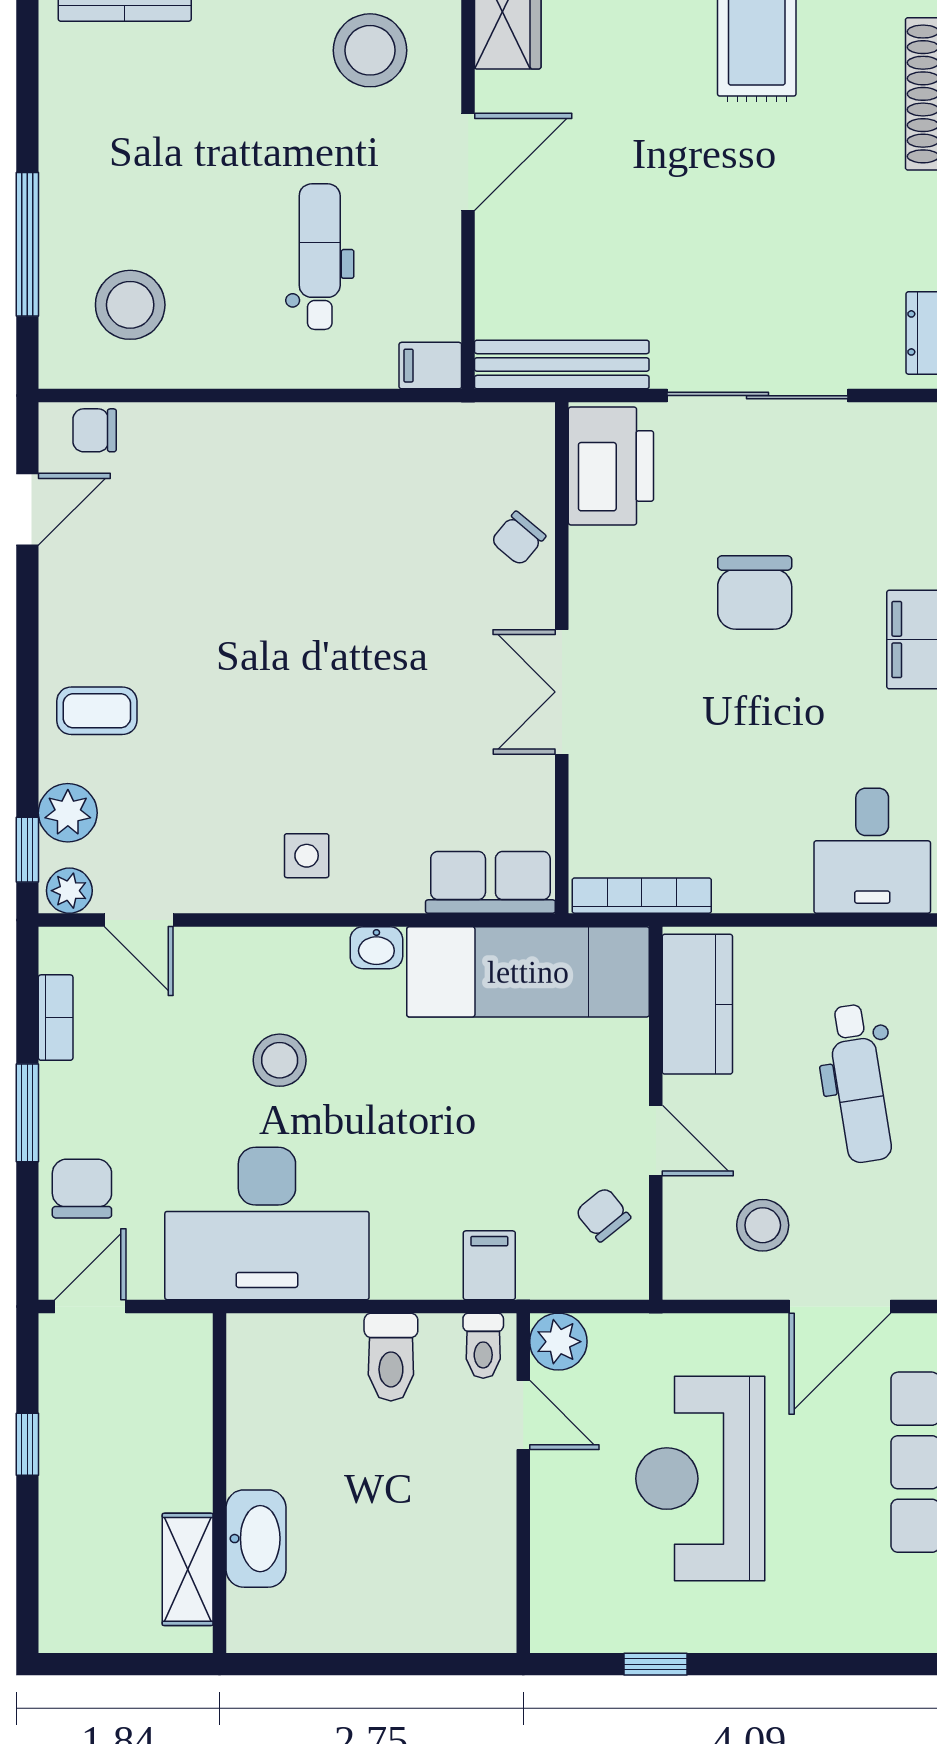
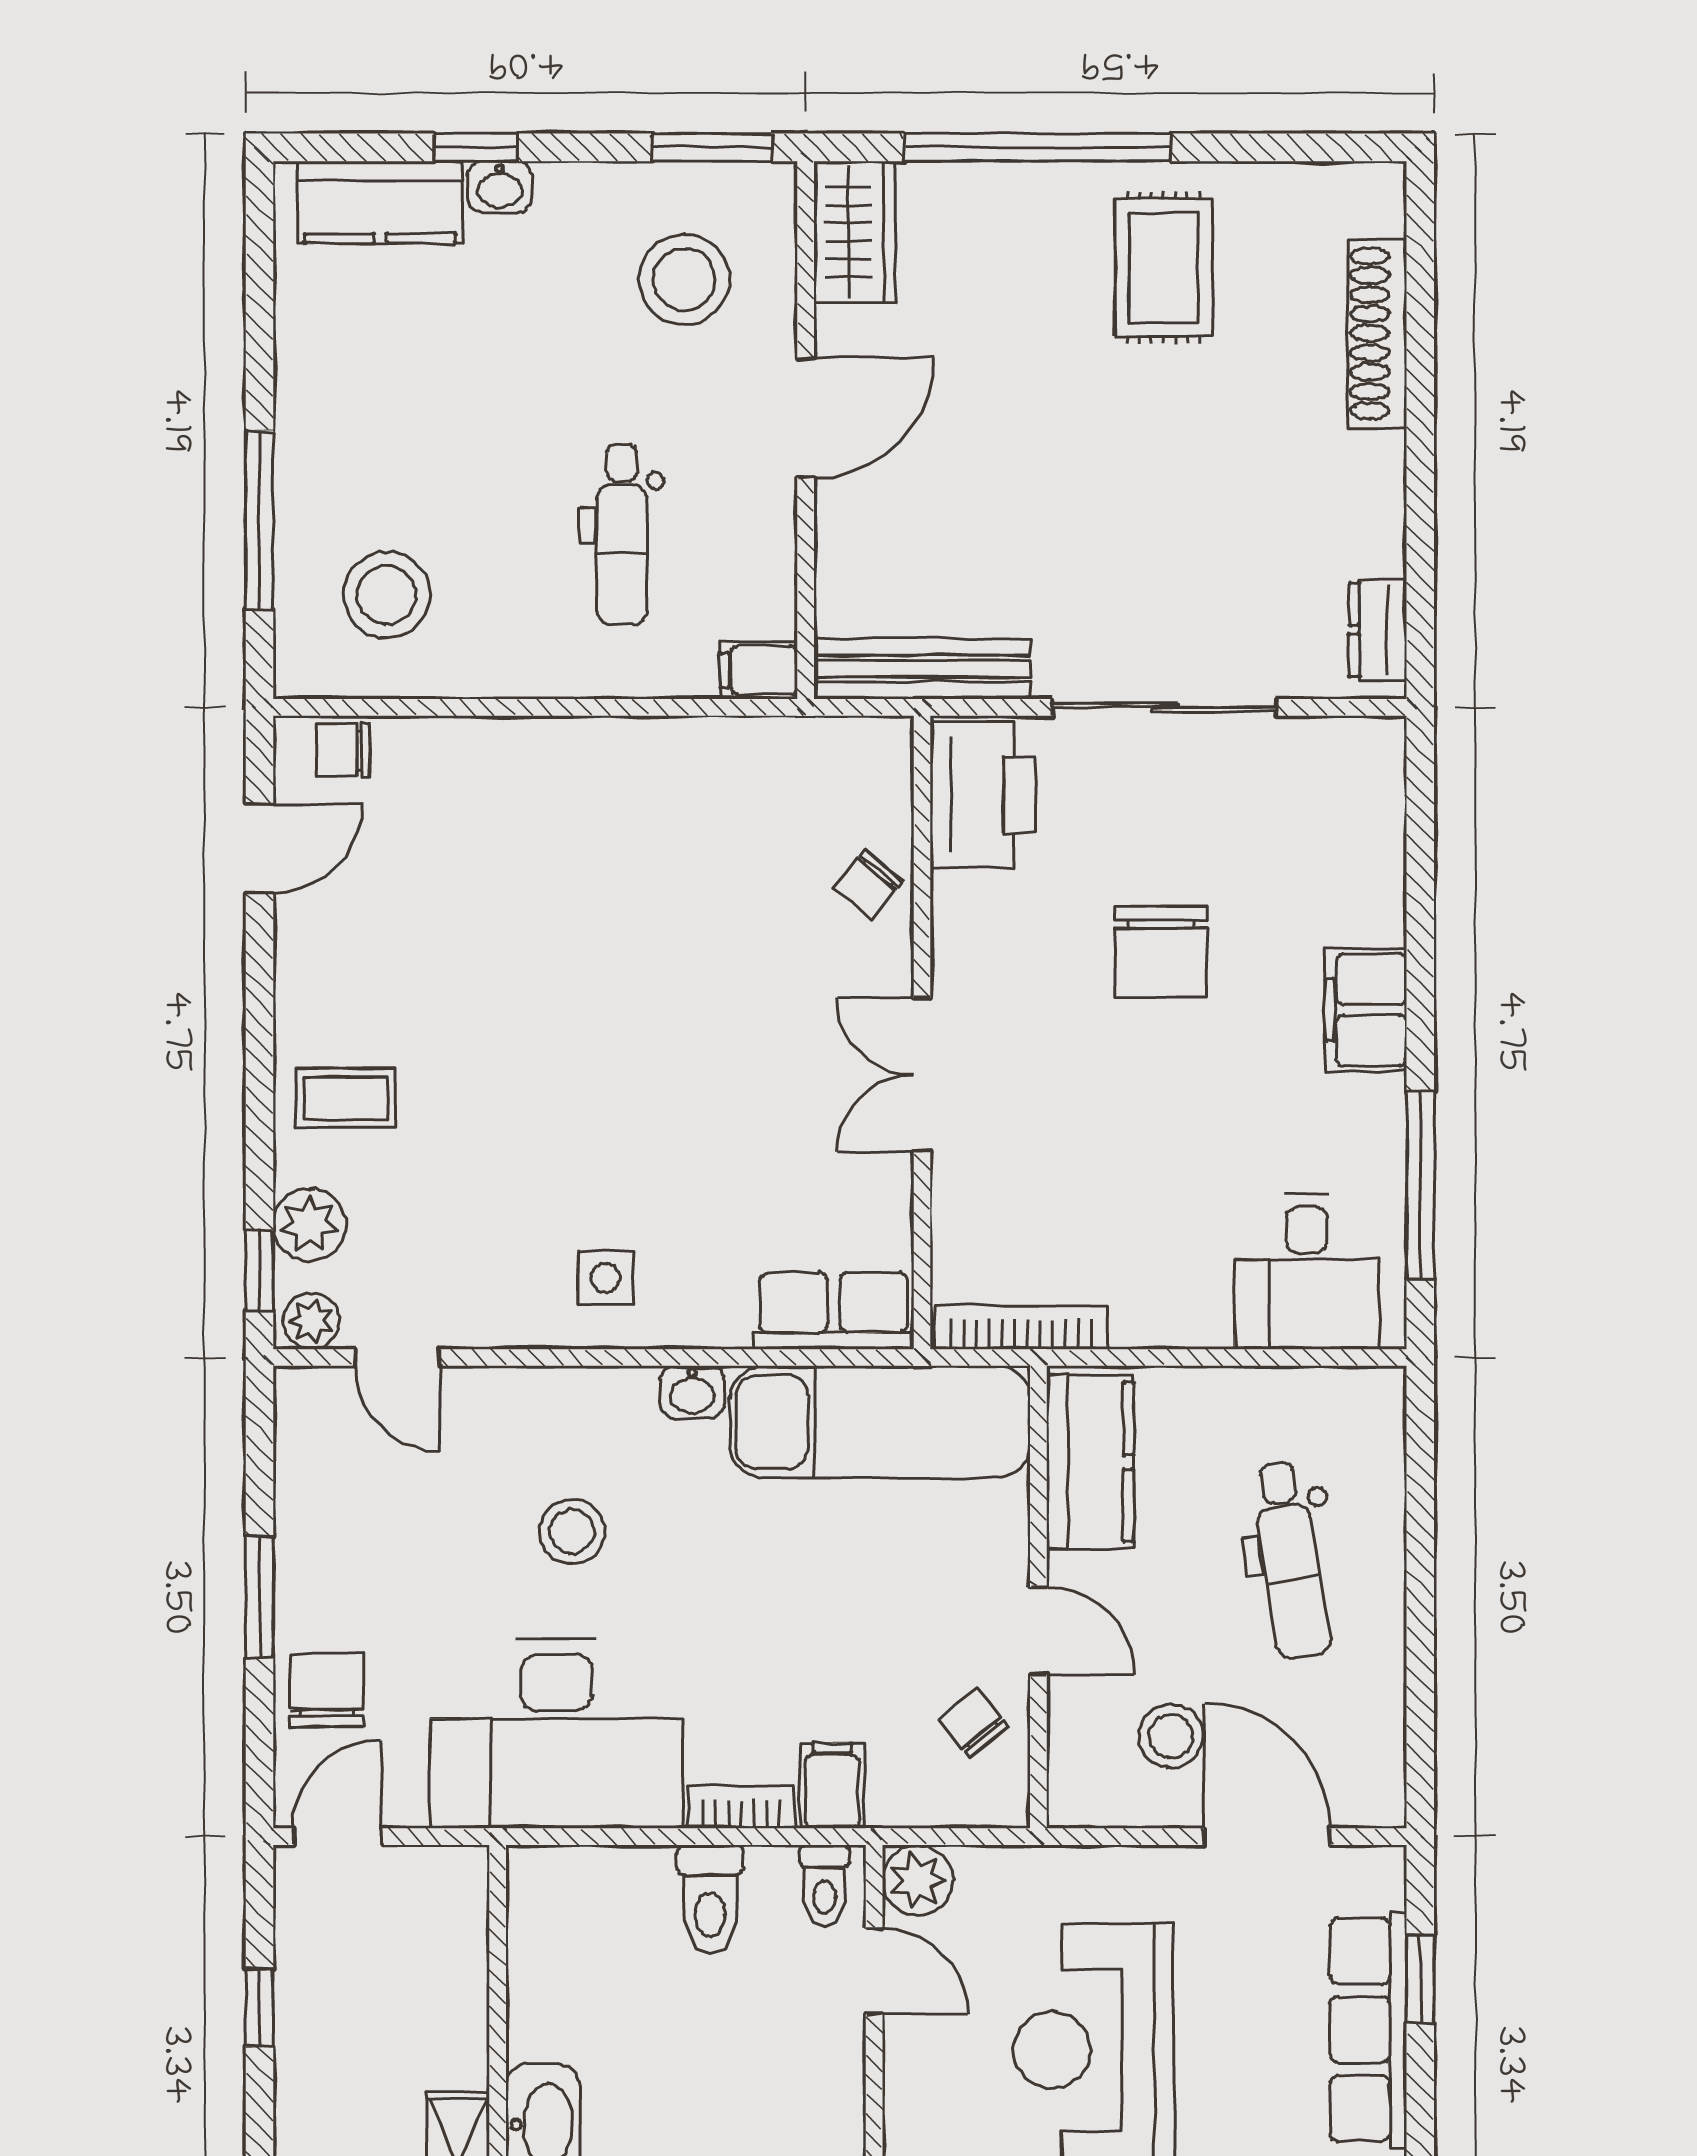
dental chair: (320, 257) -> (622, 535), turned 180
bookcase: (56, 1018) -> (741, 1807), moved, turned -90
door: (840, 1306) -> (1267, 1837), swing flipped

